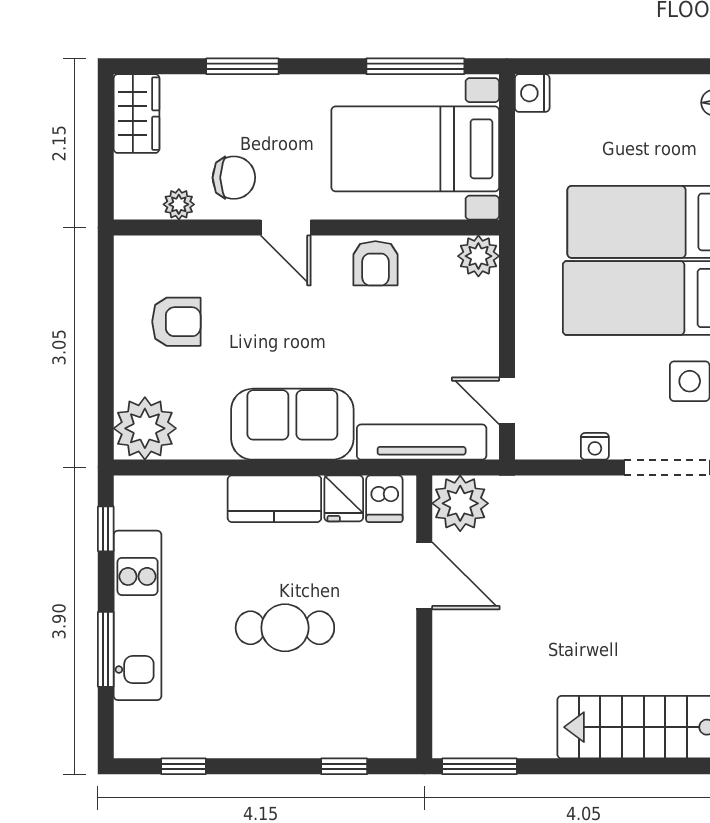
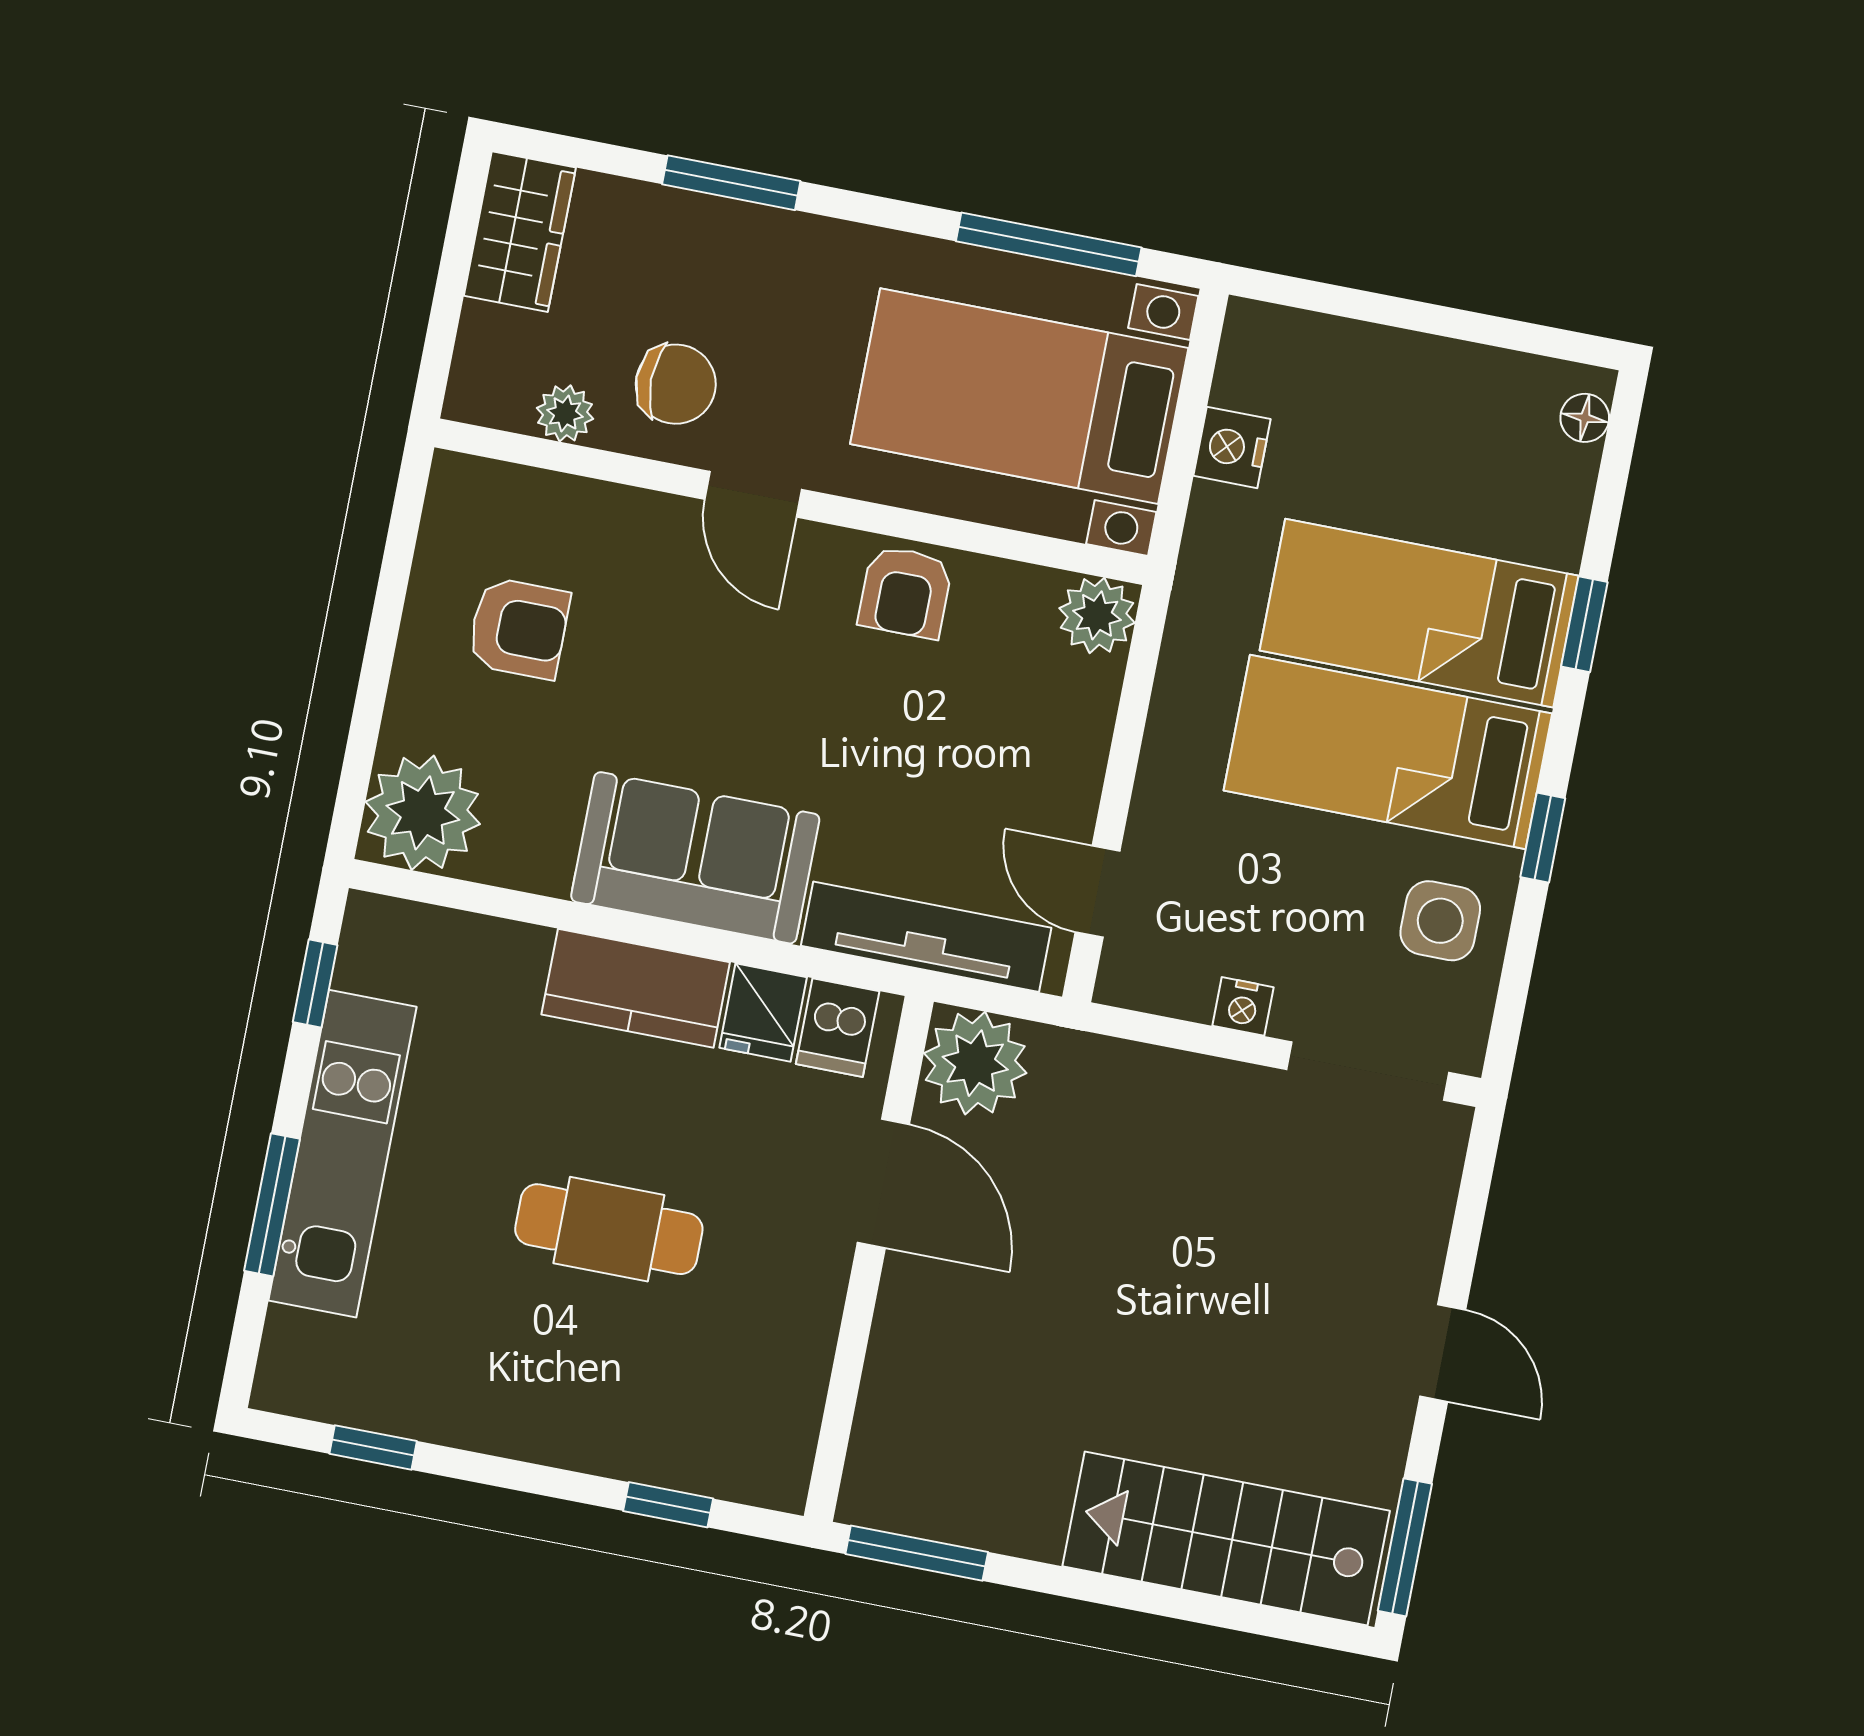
nightstand: (532, 93) -> (1232, 447), moved

